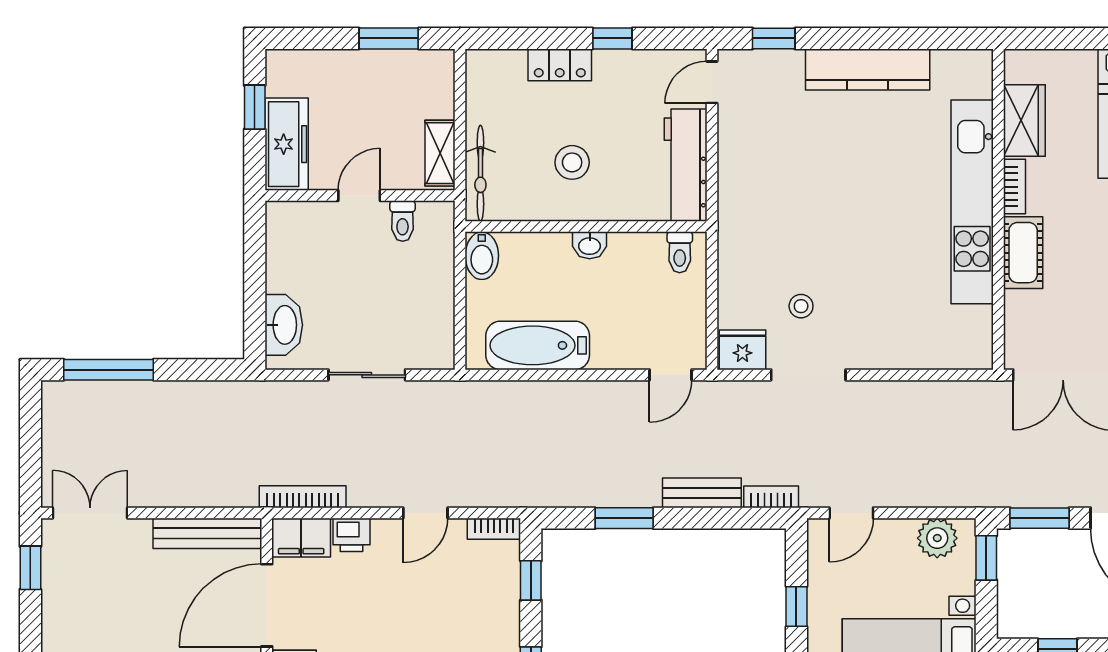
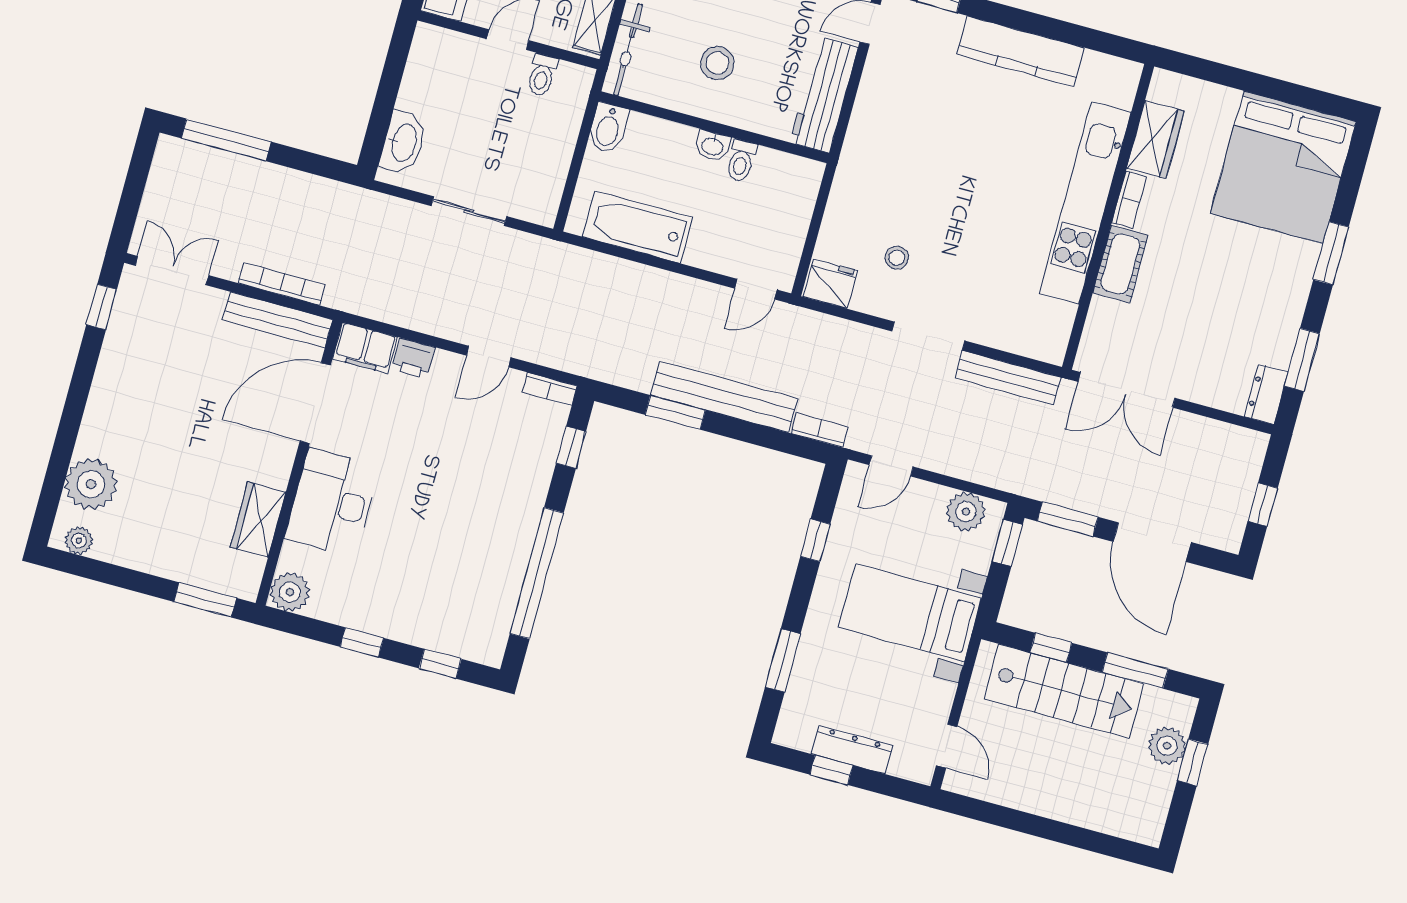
toilet: (680, 252) -> (741, 161), moved
doorway: (808, 375) -> (928, 336), moved
bench: (943, 395) -> (1008, 378), added
bench: (702, 493) -> (724, 397), width x1.86, depth x1.21
bookcase: (303, 497) -> (282, 284), moved

